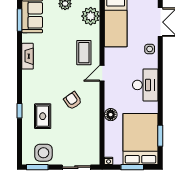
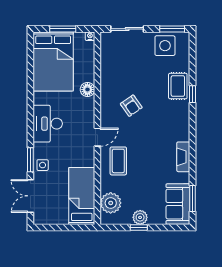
rug: (43, 116) -> (178, 86), moved
window: (160, 136) -> (30, 160), moved

